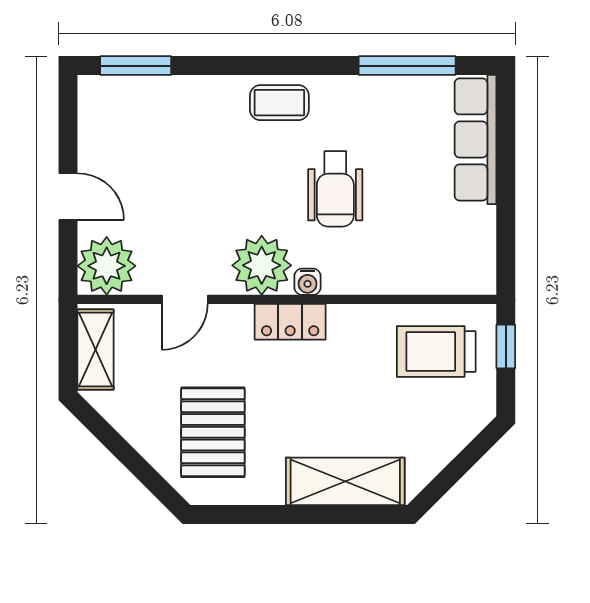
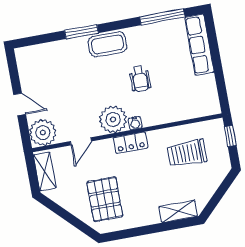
window: (136, 66) -> (81, 32), moved
coffee table: (279, 103) -> (107, 44), width x1.36, depth x1.30
wheelchair: (335, 189) -> (140, 79), width x0.73, depth x0.73
trolley: (436, 352) -> (187, 153), moved
shelving: (345, 481) -> (178, 211), width x0.67, depth x0.75

